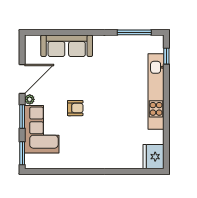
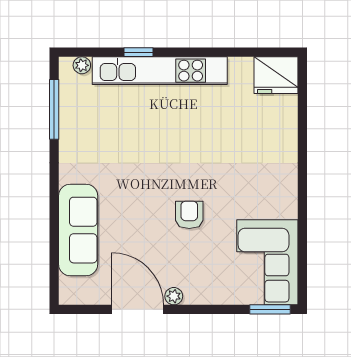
plant: (159, 48) -> (82, 65), added
window: (166, 56) -> (139, 52), moved
window: (22, 116) -> (204, 309), removed
corner sofa: (42, 129) -> (267, 262), moved, turned -90

